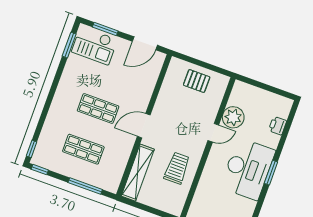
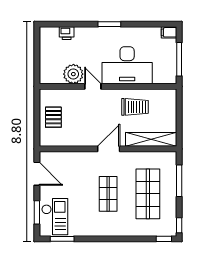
door: (144, 126) -> (109, 149), swing flipped
shop shelf: (83, 149) -> (148, 194), width x1.43, depth x1.36
trolley: (177, 168) -> (135, 107), turned 180
desk: (248, 169) -> (127, 65), moved, turned 180

